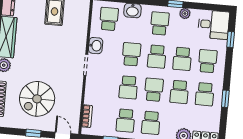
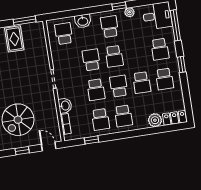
window: (231, 39) -> (175, 25), width x2.17
washbasin: (96, 46) -> (65, 106), moved
school desk: (182, 59) -> (137, 53), removed
school desk: (208, 61) -> (160, 49), turned 180
window: (225, 99) -> (181, 64), moved

